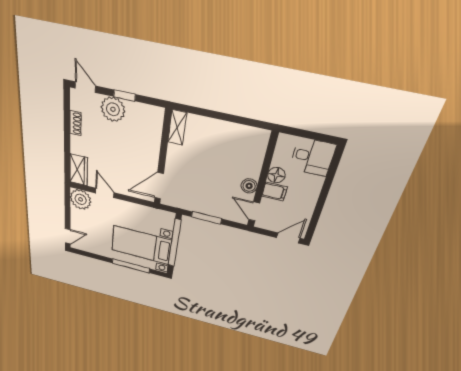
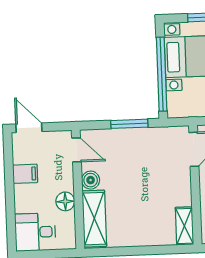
shelving: (255, 154) -> (94, 219), added
filing cabinet: (274, 192) -> (25, 174), moved, turned 180
door: (288, 238) -> (29, 128), swing flipped

